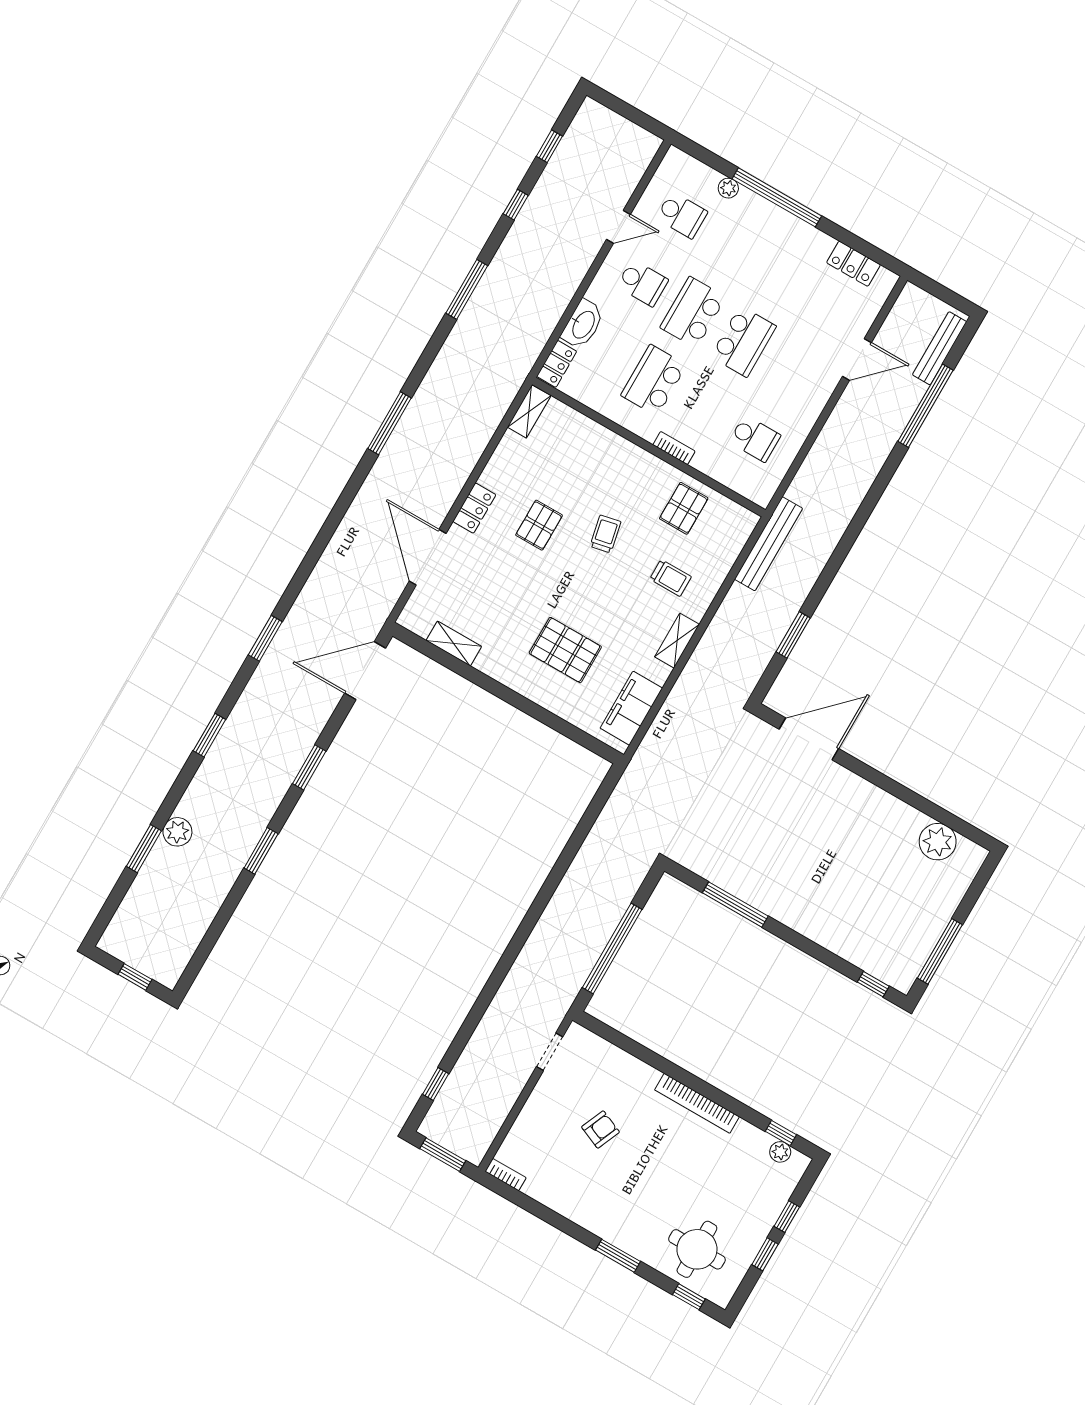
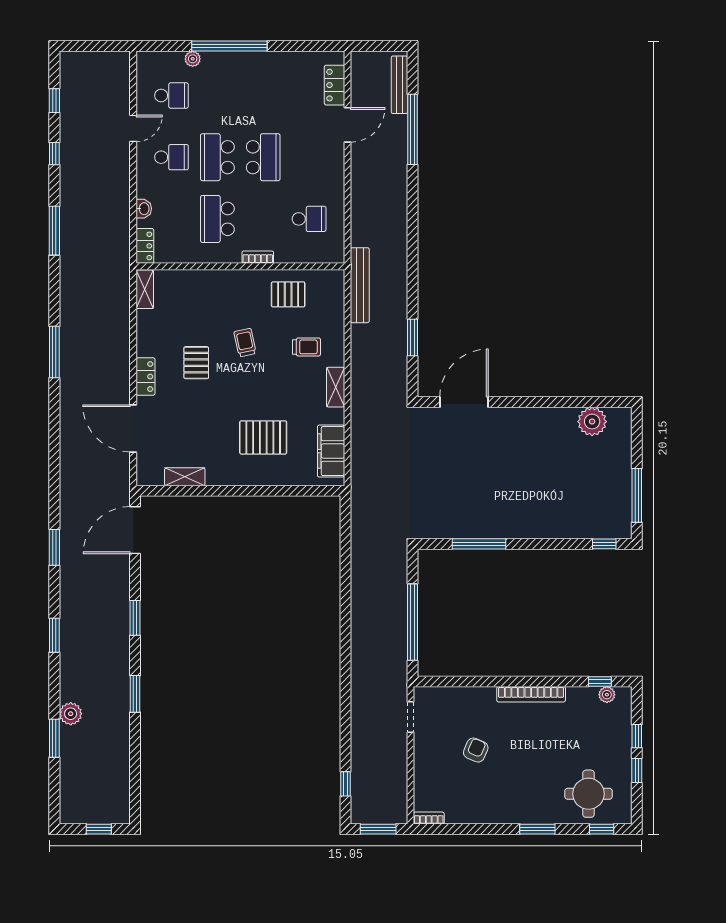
locker: (853, 264) -> (334, 85), moved, turned 90
washbasin: (583, 324) -> (144, 209), width x0.52, depth x0.69
pallet: (684, 508) -> (288, 294), turned 90

